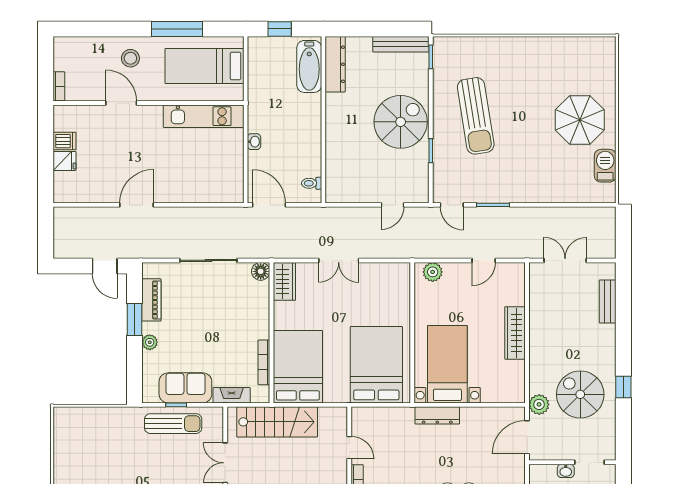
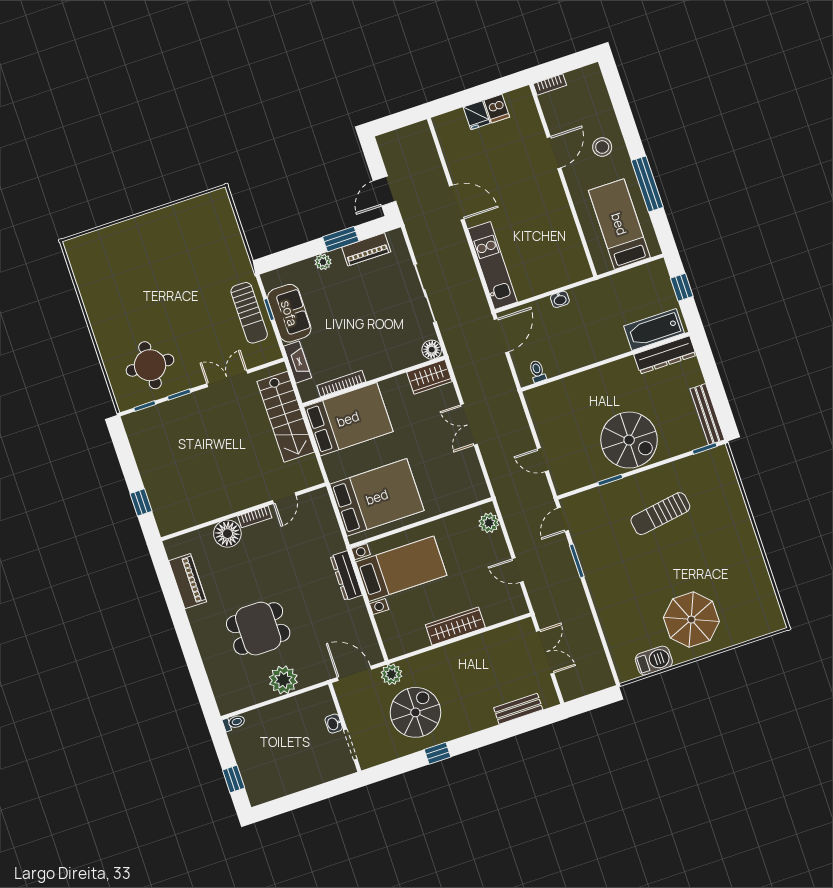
kitchen unit: (204, 116) -> (493, 265), moved, turned 180
sun lounger: (476, 116) -> (660, 514), width x0.73, depth x0.75

